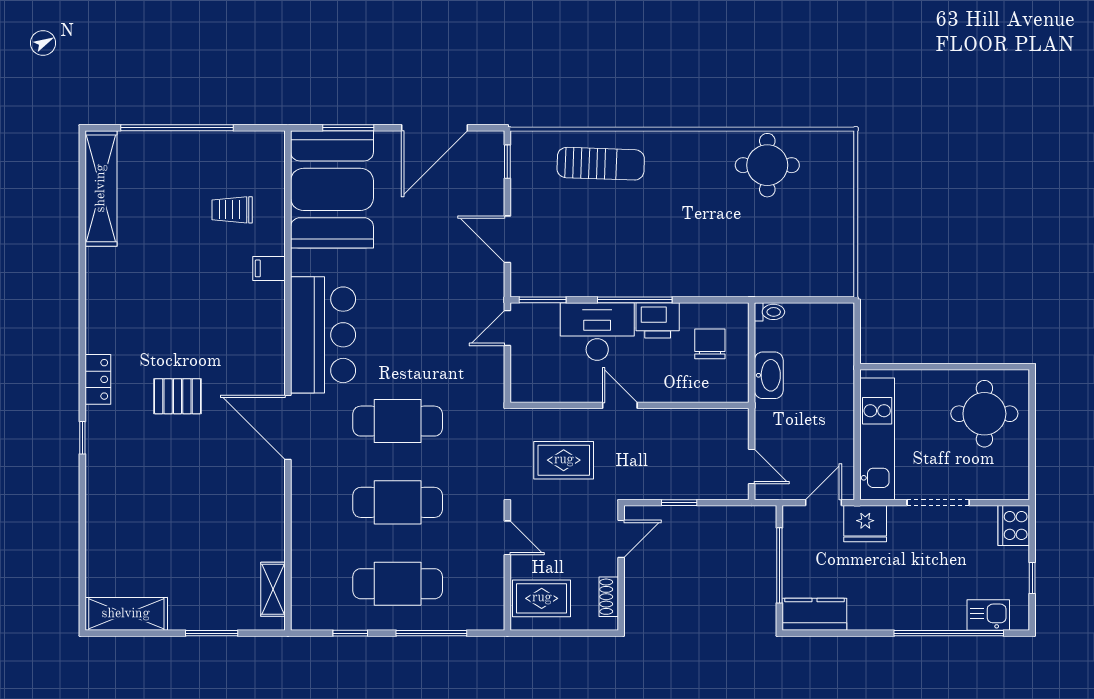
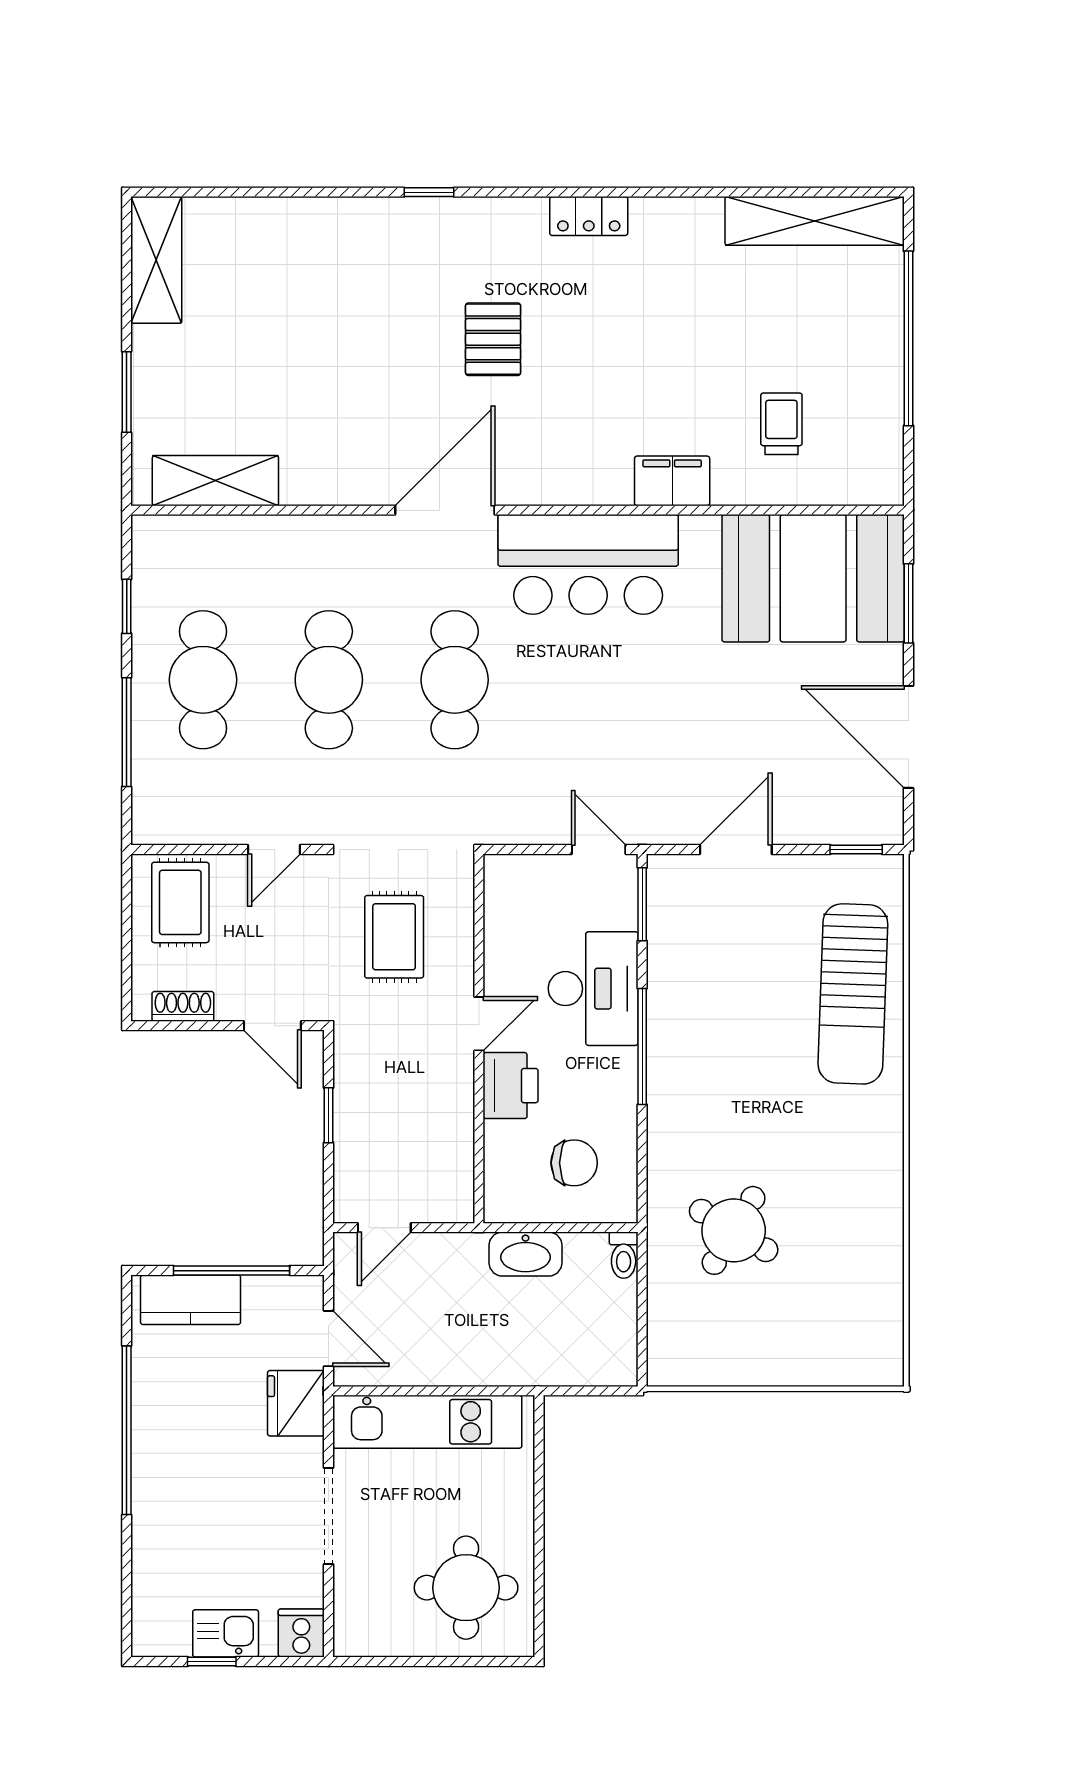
sun lounger: (601, 164) -> (853, 994), width x1.36, depth x1.34
round table: (767, 165) -> (734, 1230), moved, turned 31
filing cabinet: (269, 268) -> (672, 481), width x2.00
printer: (658, 320) -> (511, 1086), moved, turned 180
locker: (98, 379) -> (589, 216), moved
cooker: (1014, 526) -> (301, 1633), width x0.73
shelving: (273, 589) -> (215, 481), width x1.50, depth x1.33
kitchen counter: (814, 614) -> (191, 1300), moved, turned 90
kitchen sink: (988, 615) -> (226, 1633), moved, turned -90
window: (949, 633) -> (127, 1430), moved

